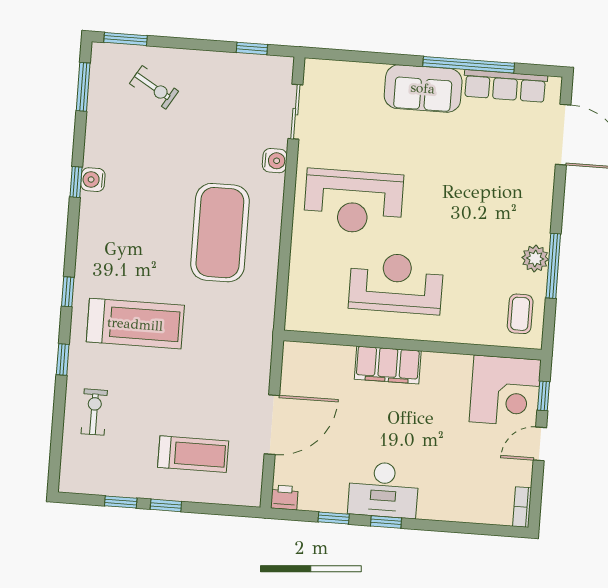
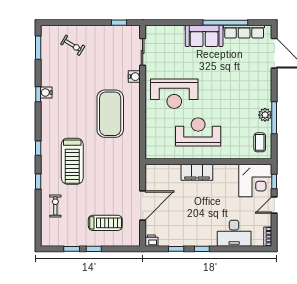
window: (126, 39) -> (57, 23), removed
treadmill: (135, 324) -> (72, 161), turned 90
desk: (383, 490) -> (234, 233), moved

